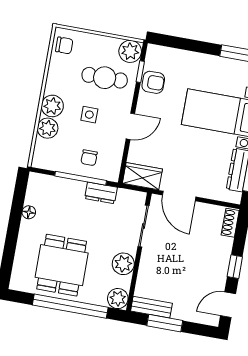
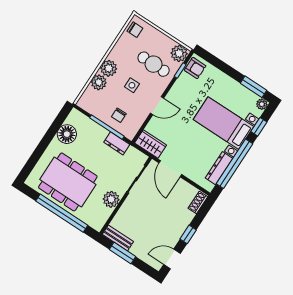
armchair: (153, 82) -> (195, 68), moved
floor lamp: (29, 212) -> (67, 134), width x1.89, depth x1.89
dining table: (62, 265) -> (68, 182), width x1.38
plant: (118, 299) -> (97, 222), removed

